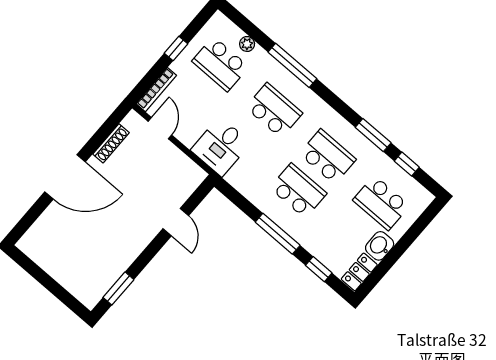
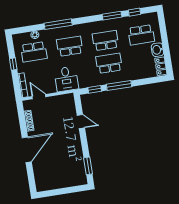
window: (319, 269) -> (95, 89), moved

